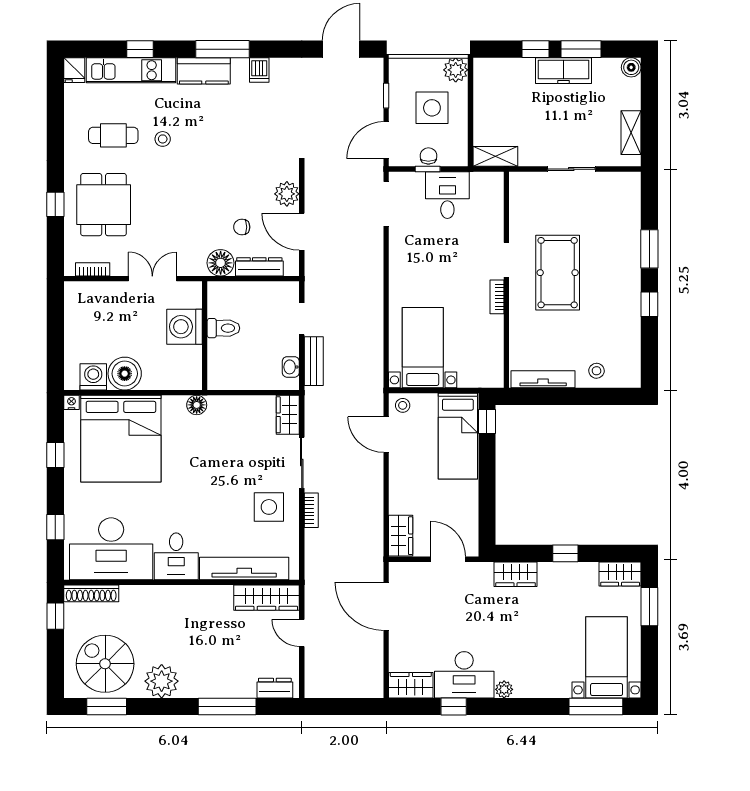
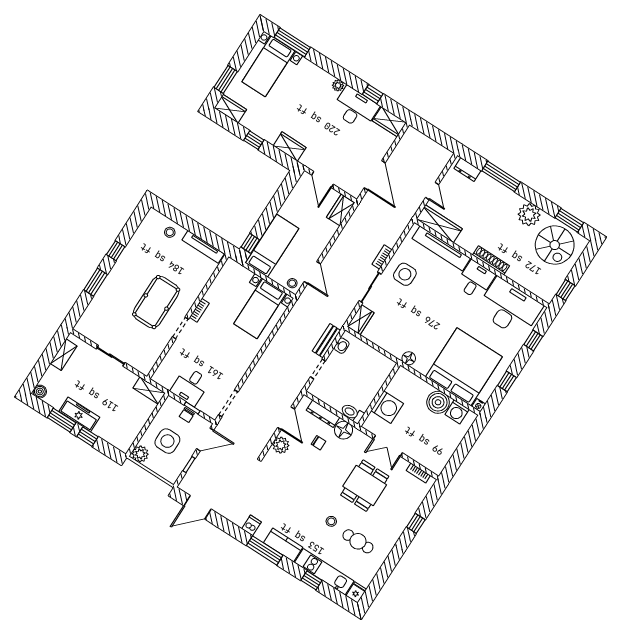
dining table: (104, 205) -> (365, 486), moved
toilet: (223, 328) -> (352, 413), moved
shoe rack: (91, 593) -> (491, 260), moved

